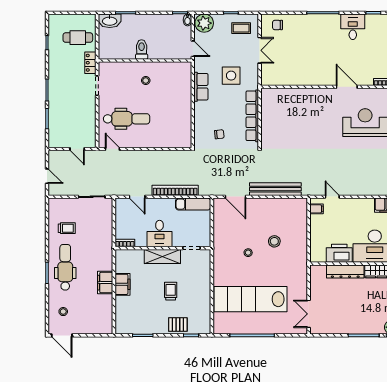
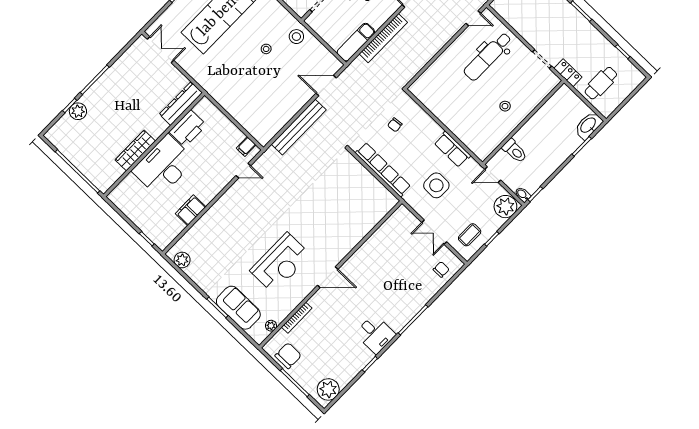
toilet: (142, 49) -> (515, 151), moved
stool: (274, 241) -> (296, 37), moved
dresser: (345, 271) -> (181, 103), moved

